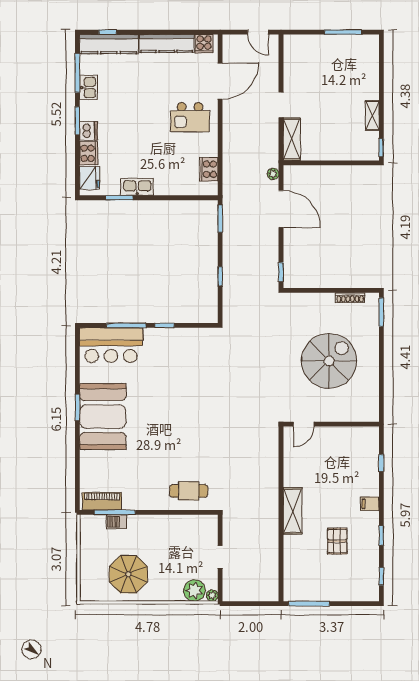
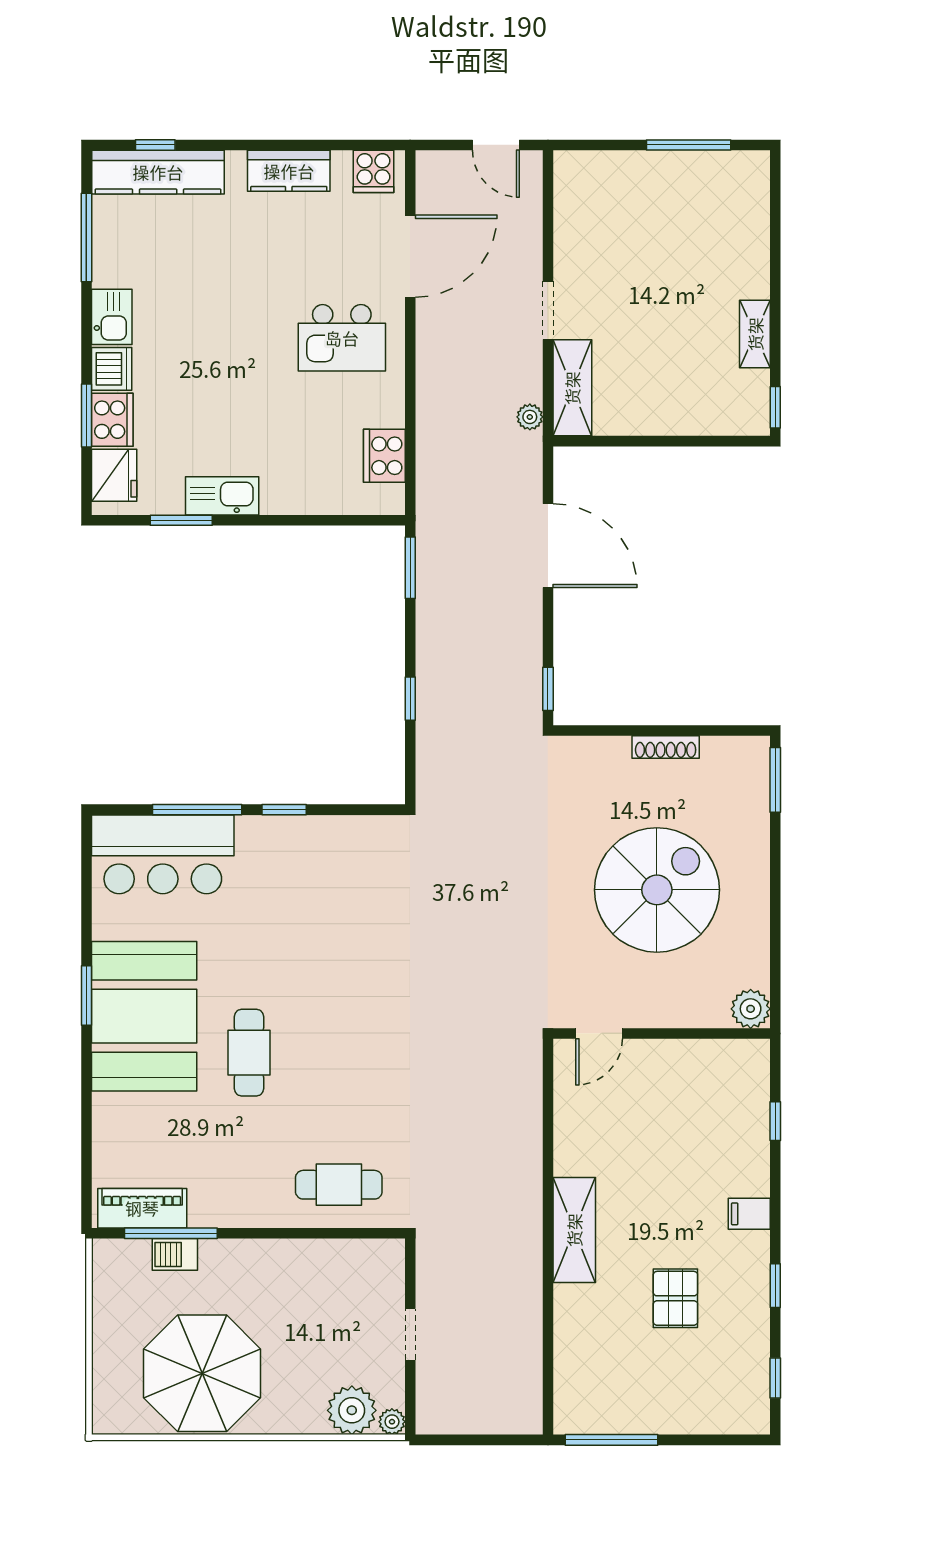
kitchen counter: (167, 43) -> (289, 171), width x0.67
kitchen sink: (88, 88) -> (112, 317), moved
window: (77, 121) -> (86, 416), moved
plant: (273, 174) -> (530, 417), moved
shoe rack: (350, 298) -> (666, 747), moved
plant: (370, 413) -> (751, 1009), added
cafe table: (149, 433) -> (249, 1053), added
parasol: (128, 574) -> (202, 1373), width x1.36, depth x1.36

